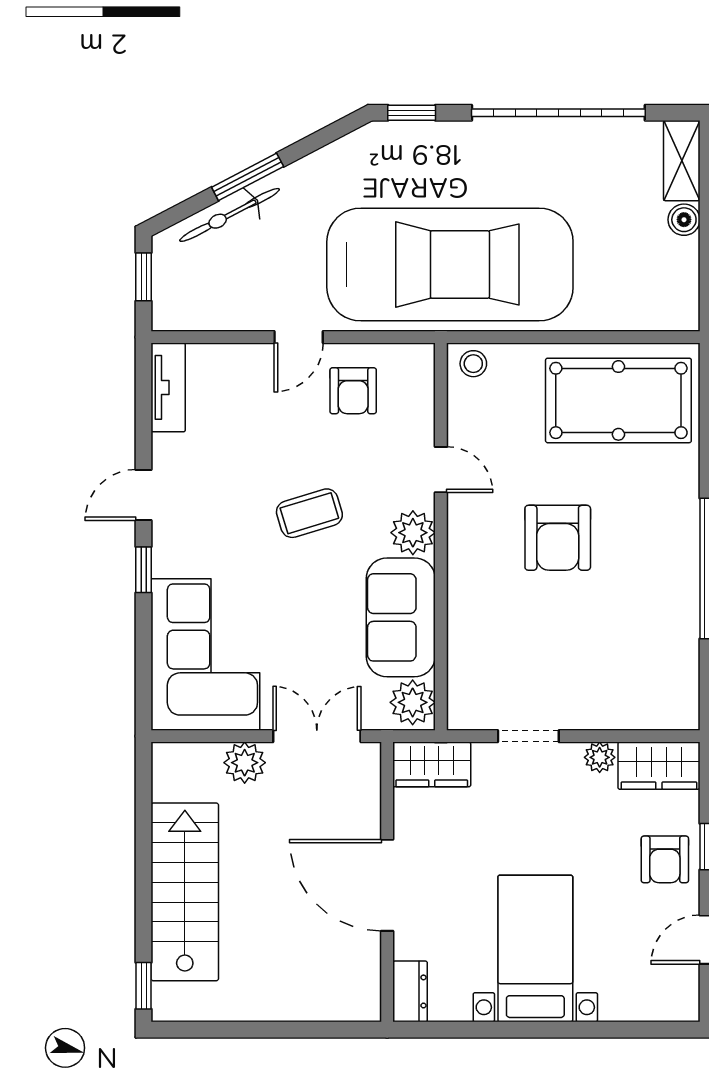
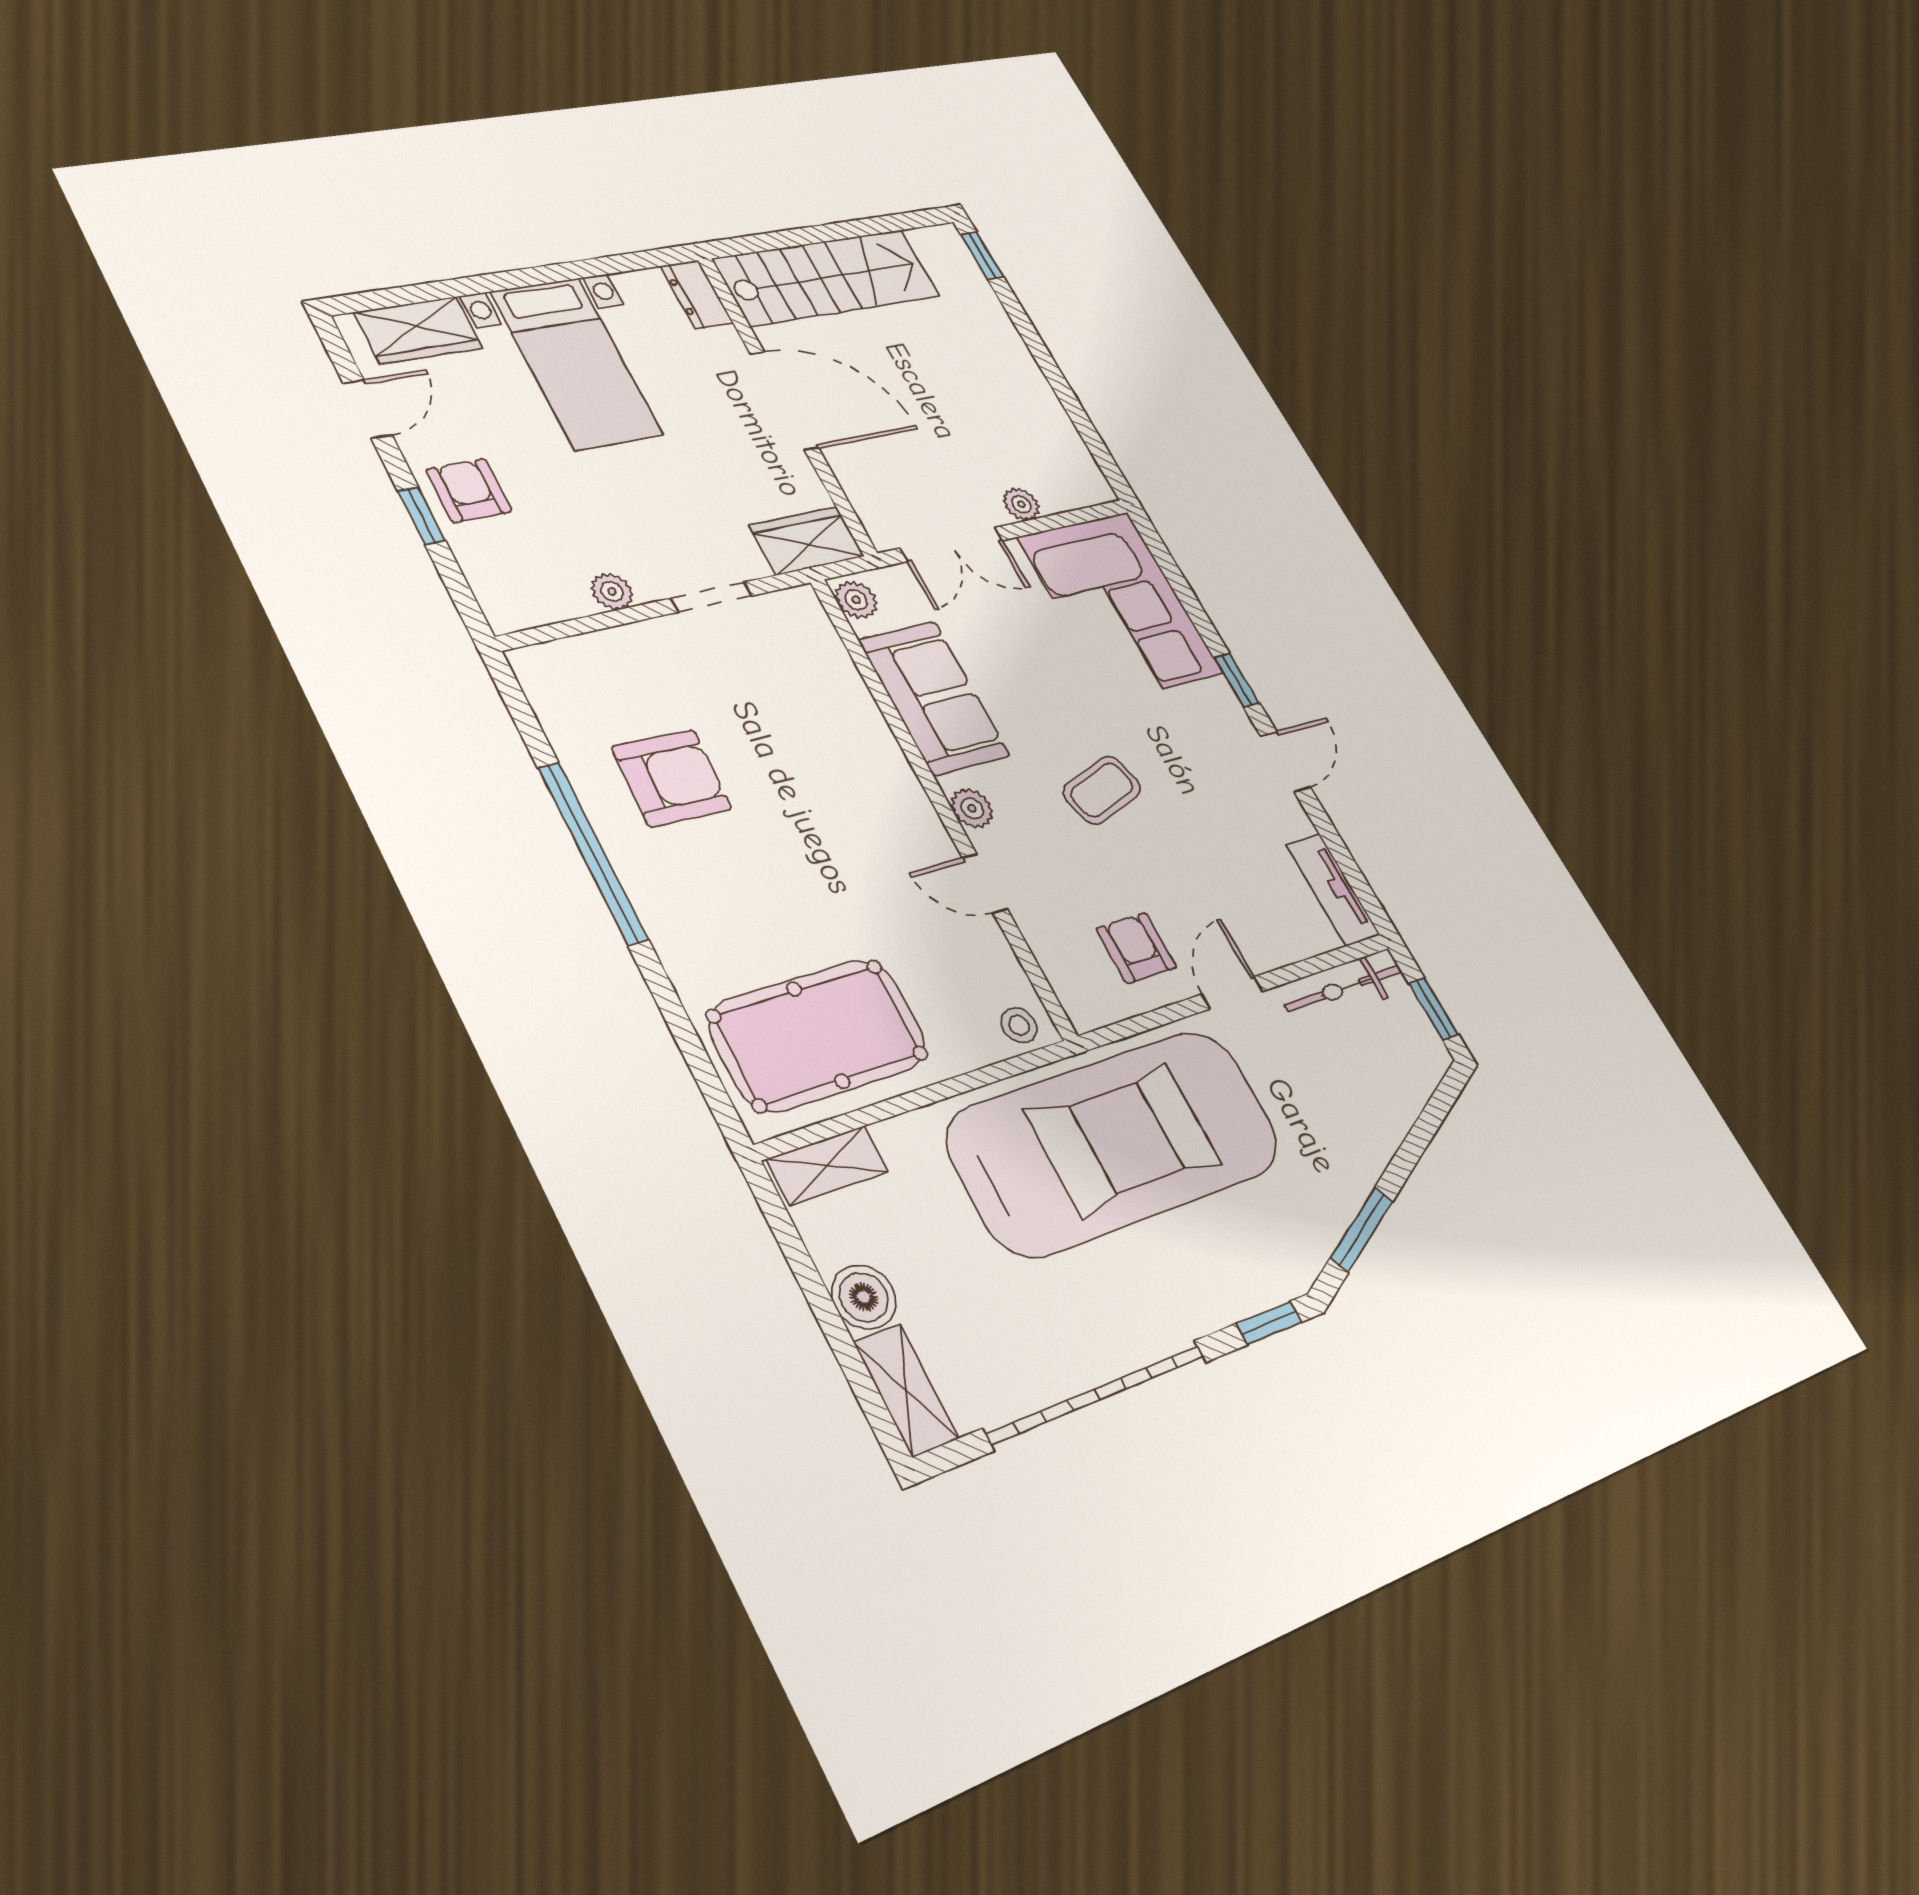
window: (248, 177) -> (1362, 1230), moved
bicycle: (230, 215) -> (1344, 988), moved, turned -152
boiler: (684, 220) -> (864, 1297), width x1.36, depth x1.36
car: (450, 265) -> (1115, 1142), turned 180
shelving: (658, 314) -> (827, 1165), added
plant: (413, 533) -> (972, 808), width x0.73, depth x0.73
armchair: (558, 538) -> (672, 778), moved, turned 92
plant: (413, 702) -> (856, 600), width x0.73, depth x0.73
plant: (245, 763) -> (1021, 504), width x0.73, depth x0.73
wardrobe: (659, 766) -> (418, 330), moved, turned 180
stairs: (185, 892) -> (827, 277), moved, turned -90

